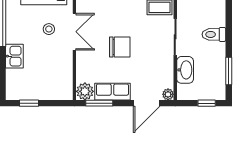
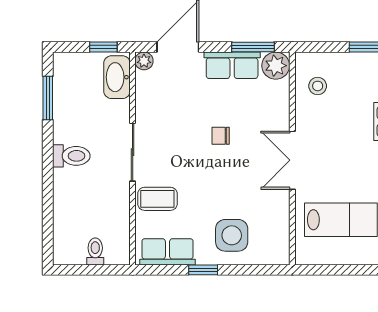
stool: (49, 29) -> (318, 86), moved
chair: (120, 47) -> (221, 136), width x0.54, depth x0.54
washbasin: (185, 70) -> (117, 77), moved
window: (207, 103) -> (103, 47), moved

